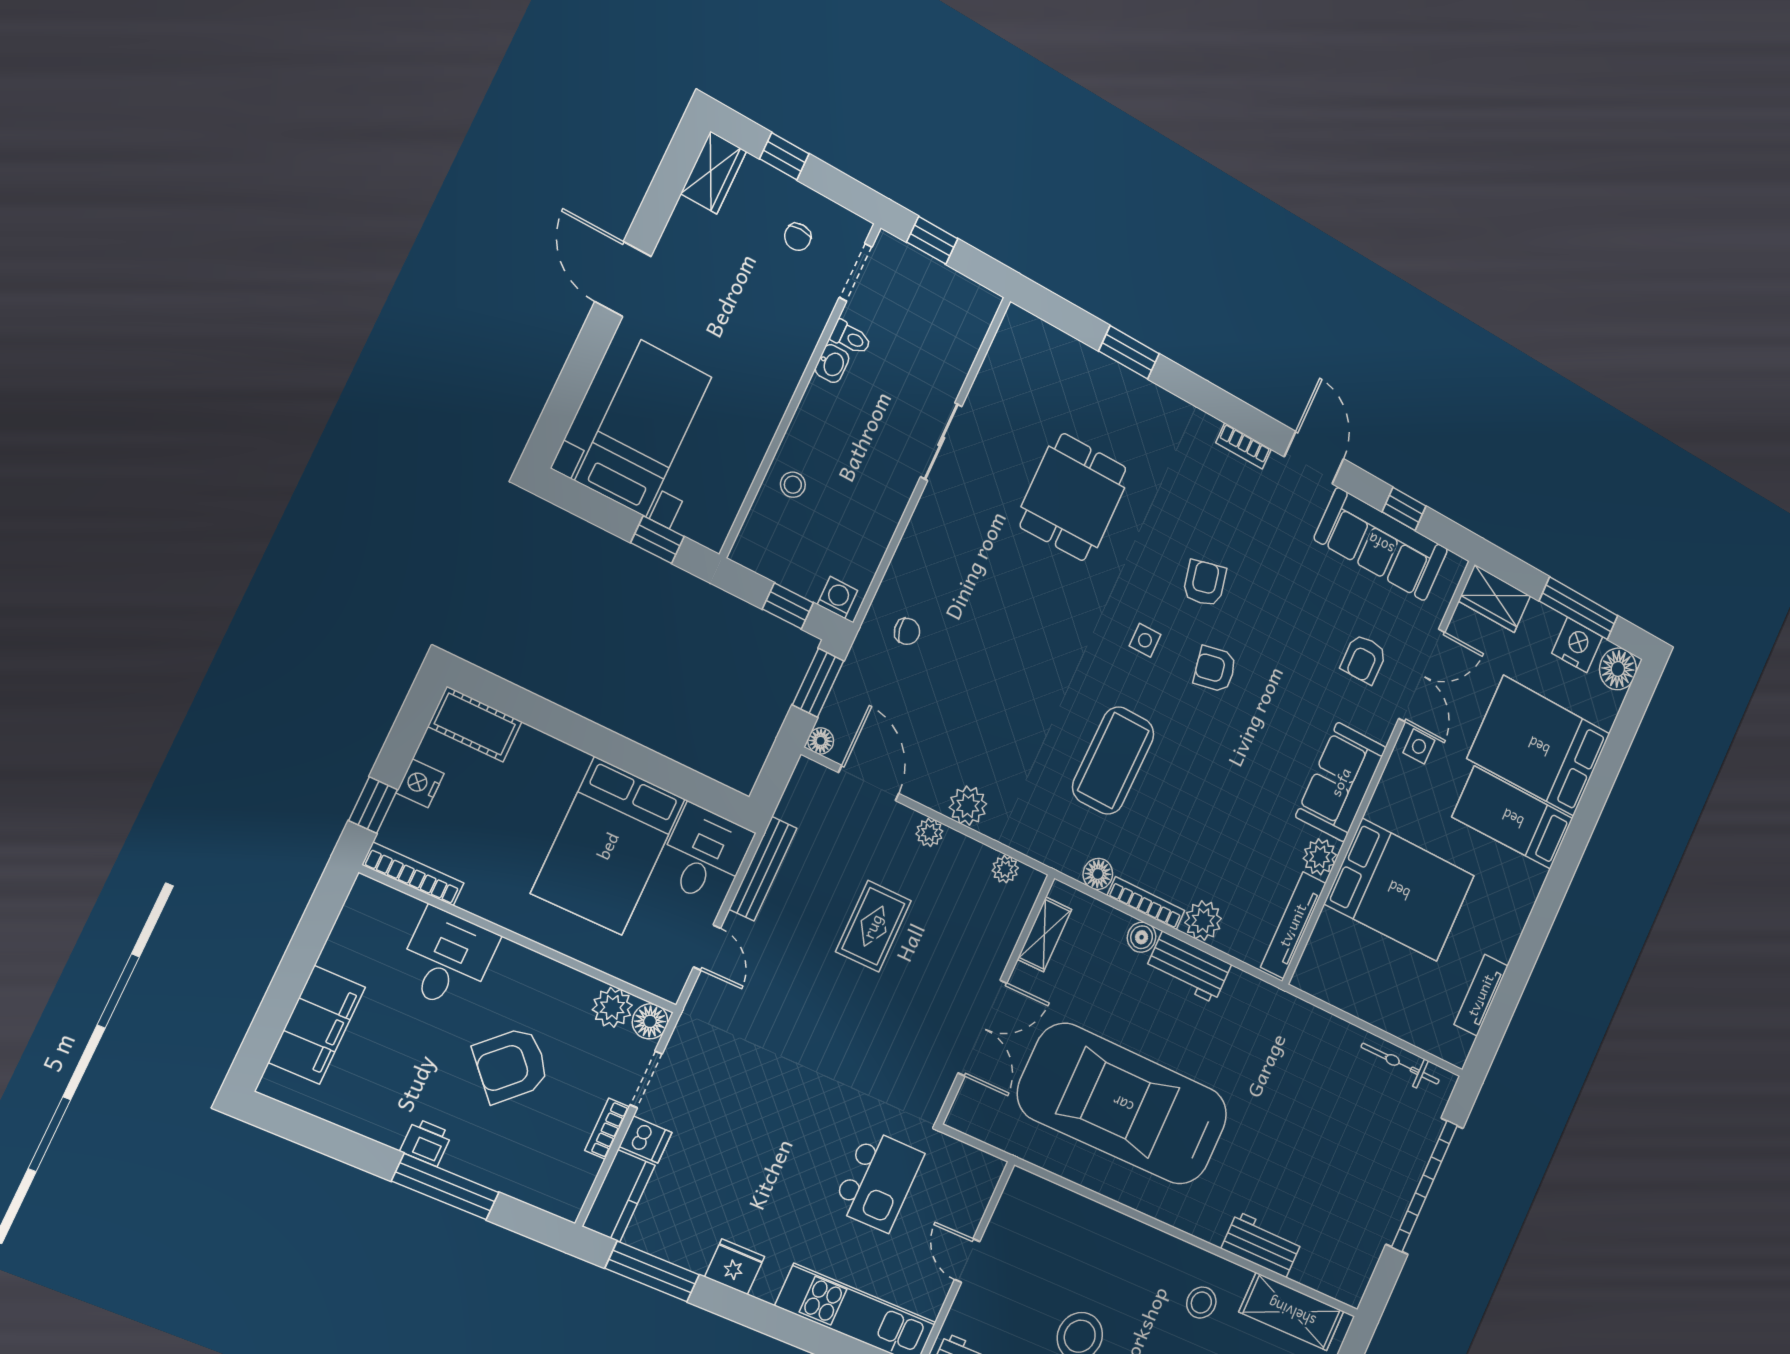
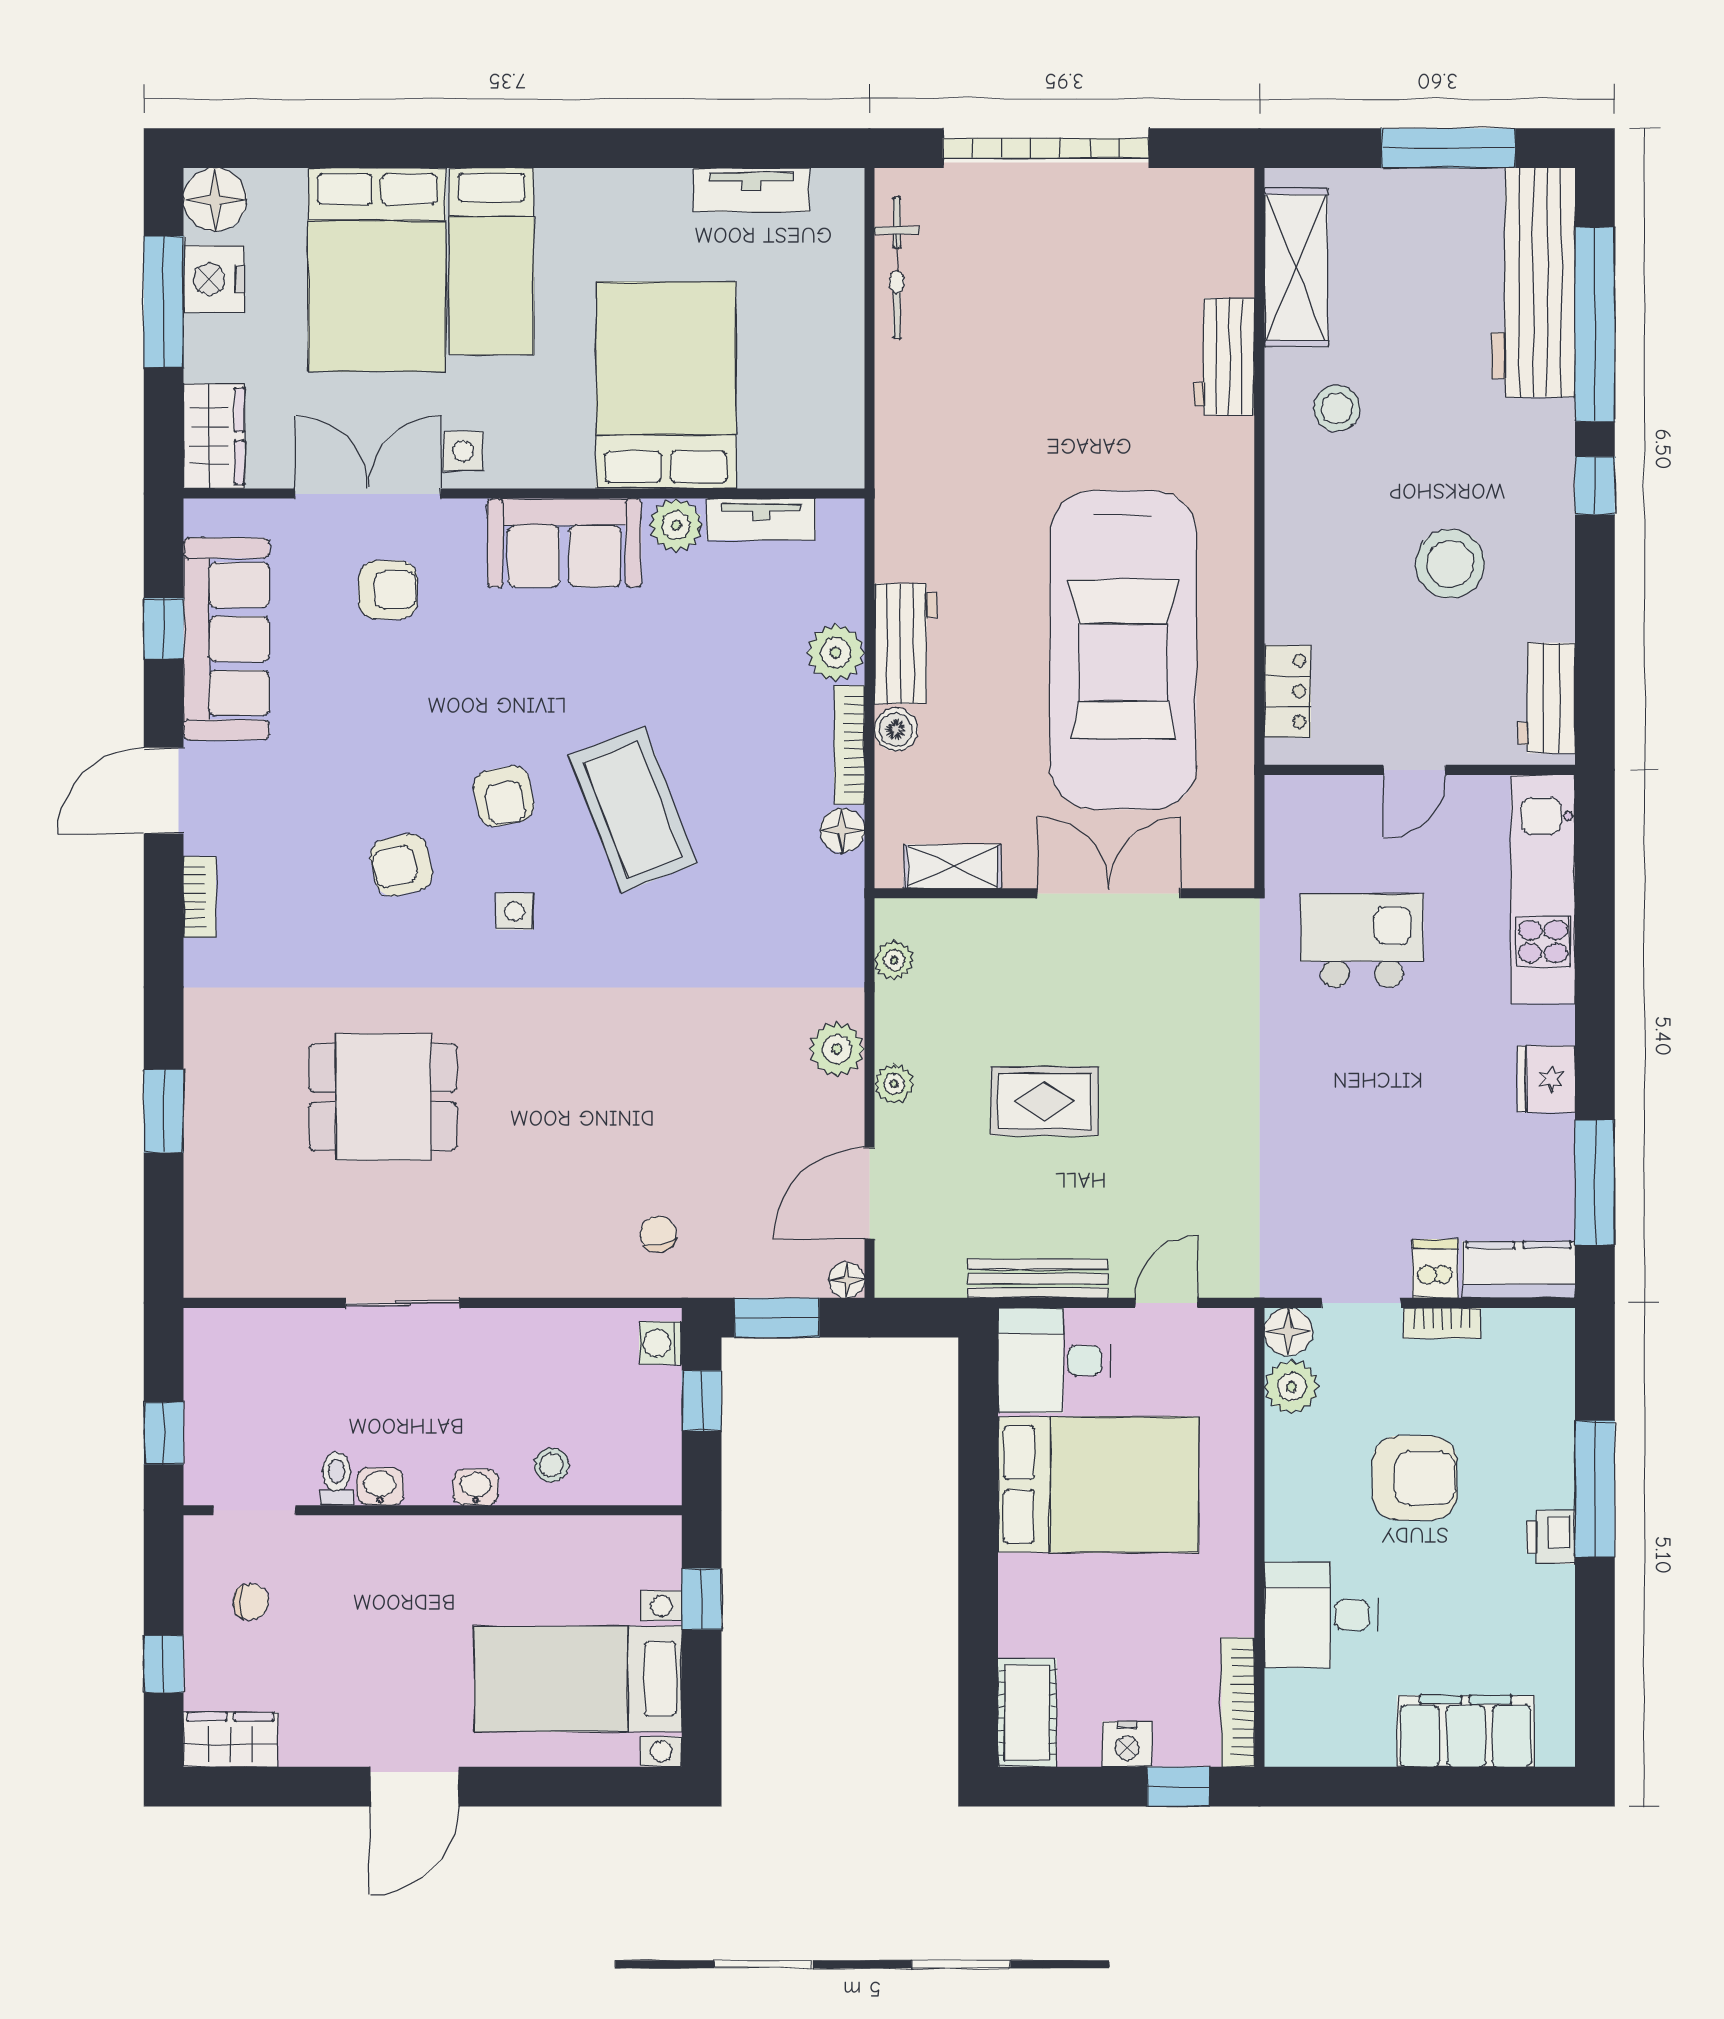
washbasin: (802, 427) -> (476, 1487), added
coffee table: (1113, 761) -> (633, 810), moved, turned 68
tv unit: (1293, 925) -> (761, 519), width x0.71
armchair: (511, 1065) -> (1415, 1478), turned -47
locker: (1051, 1199) -> (1288, 691), added

